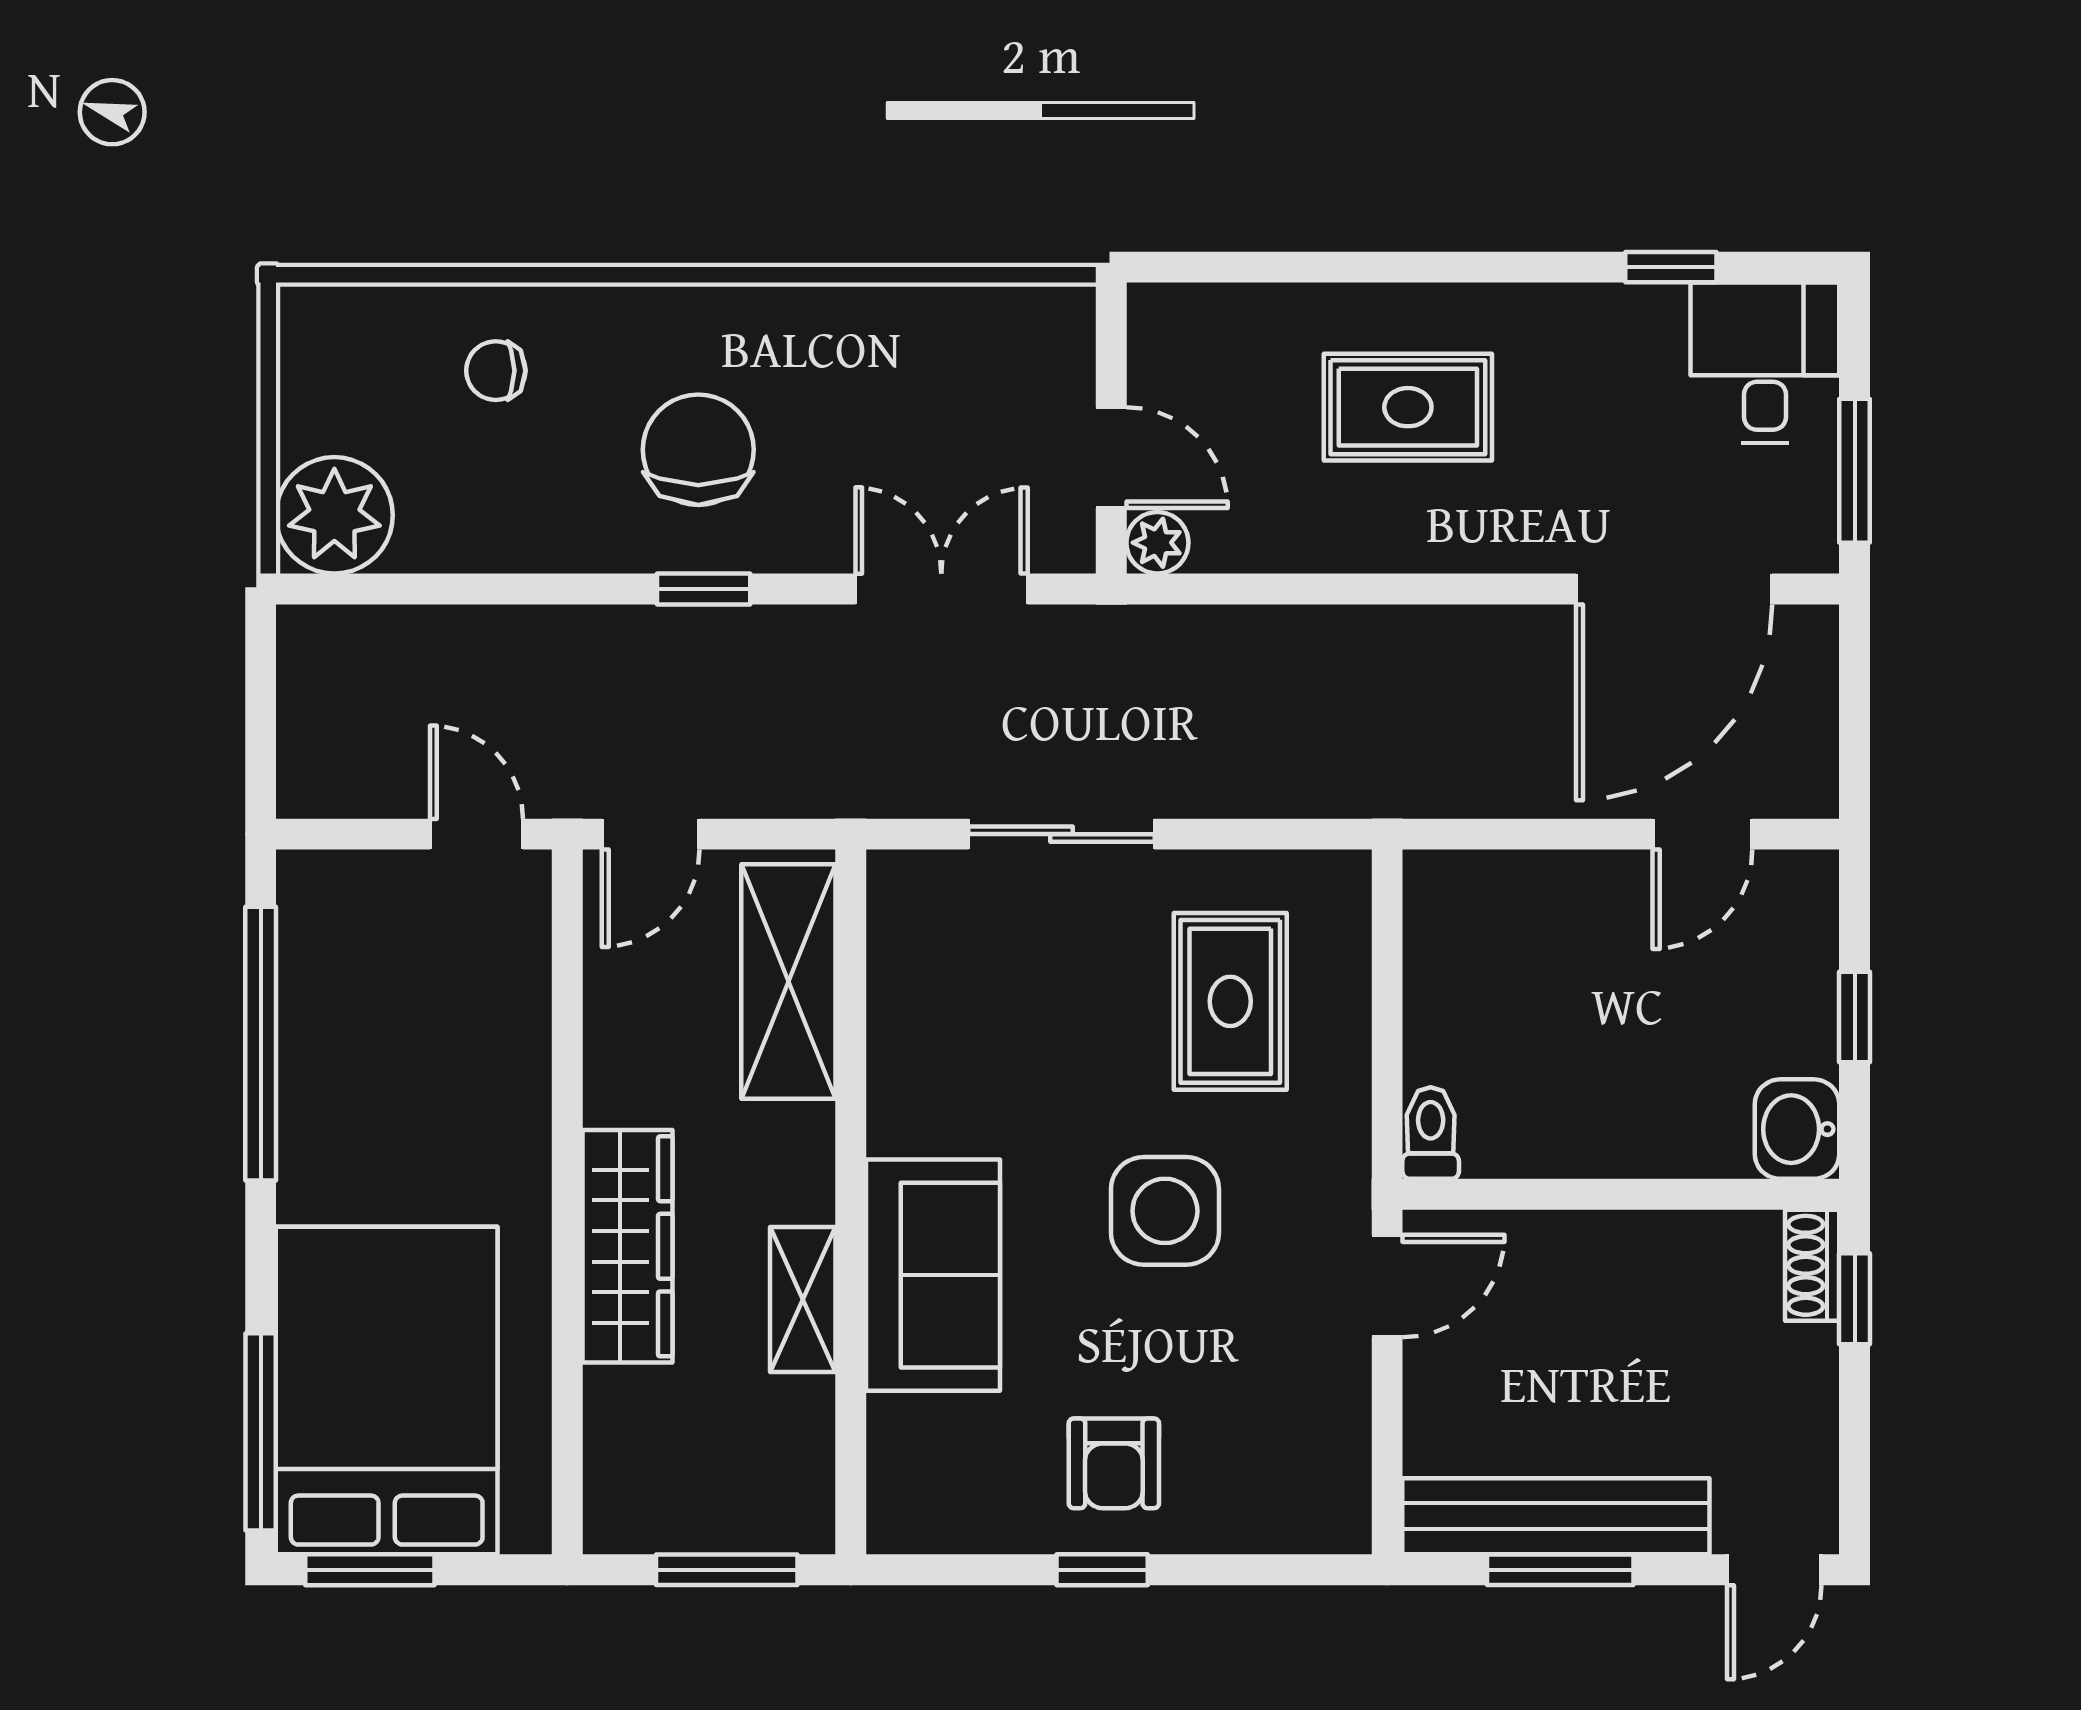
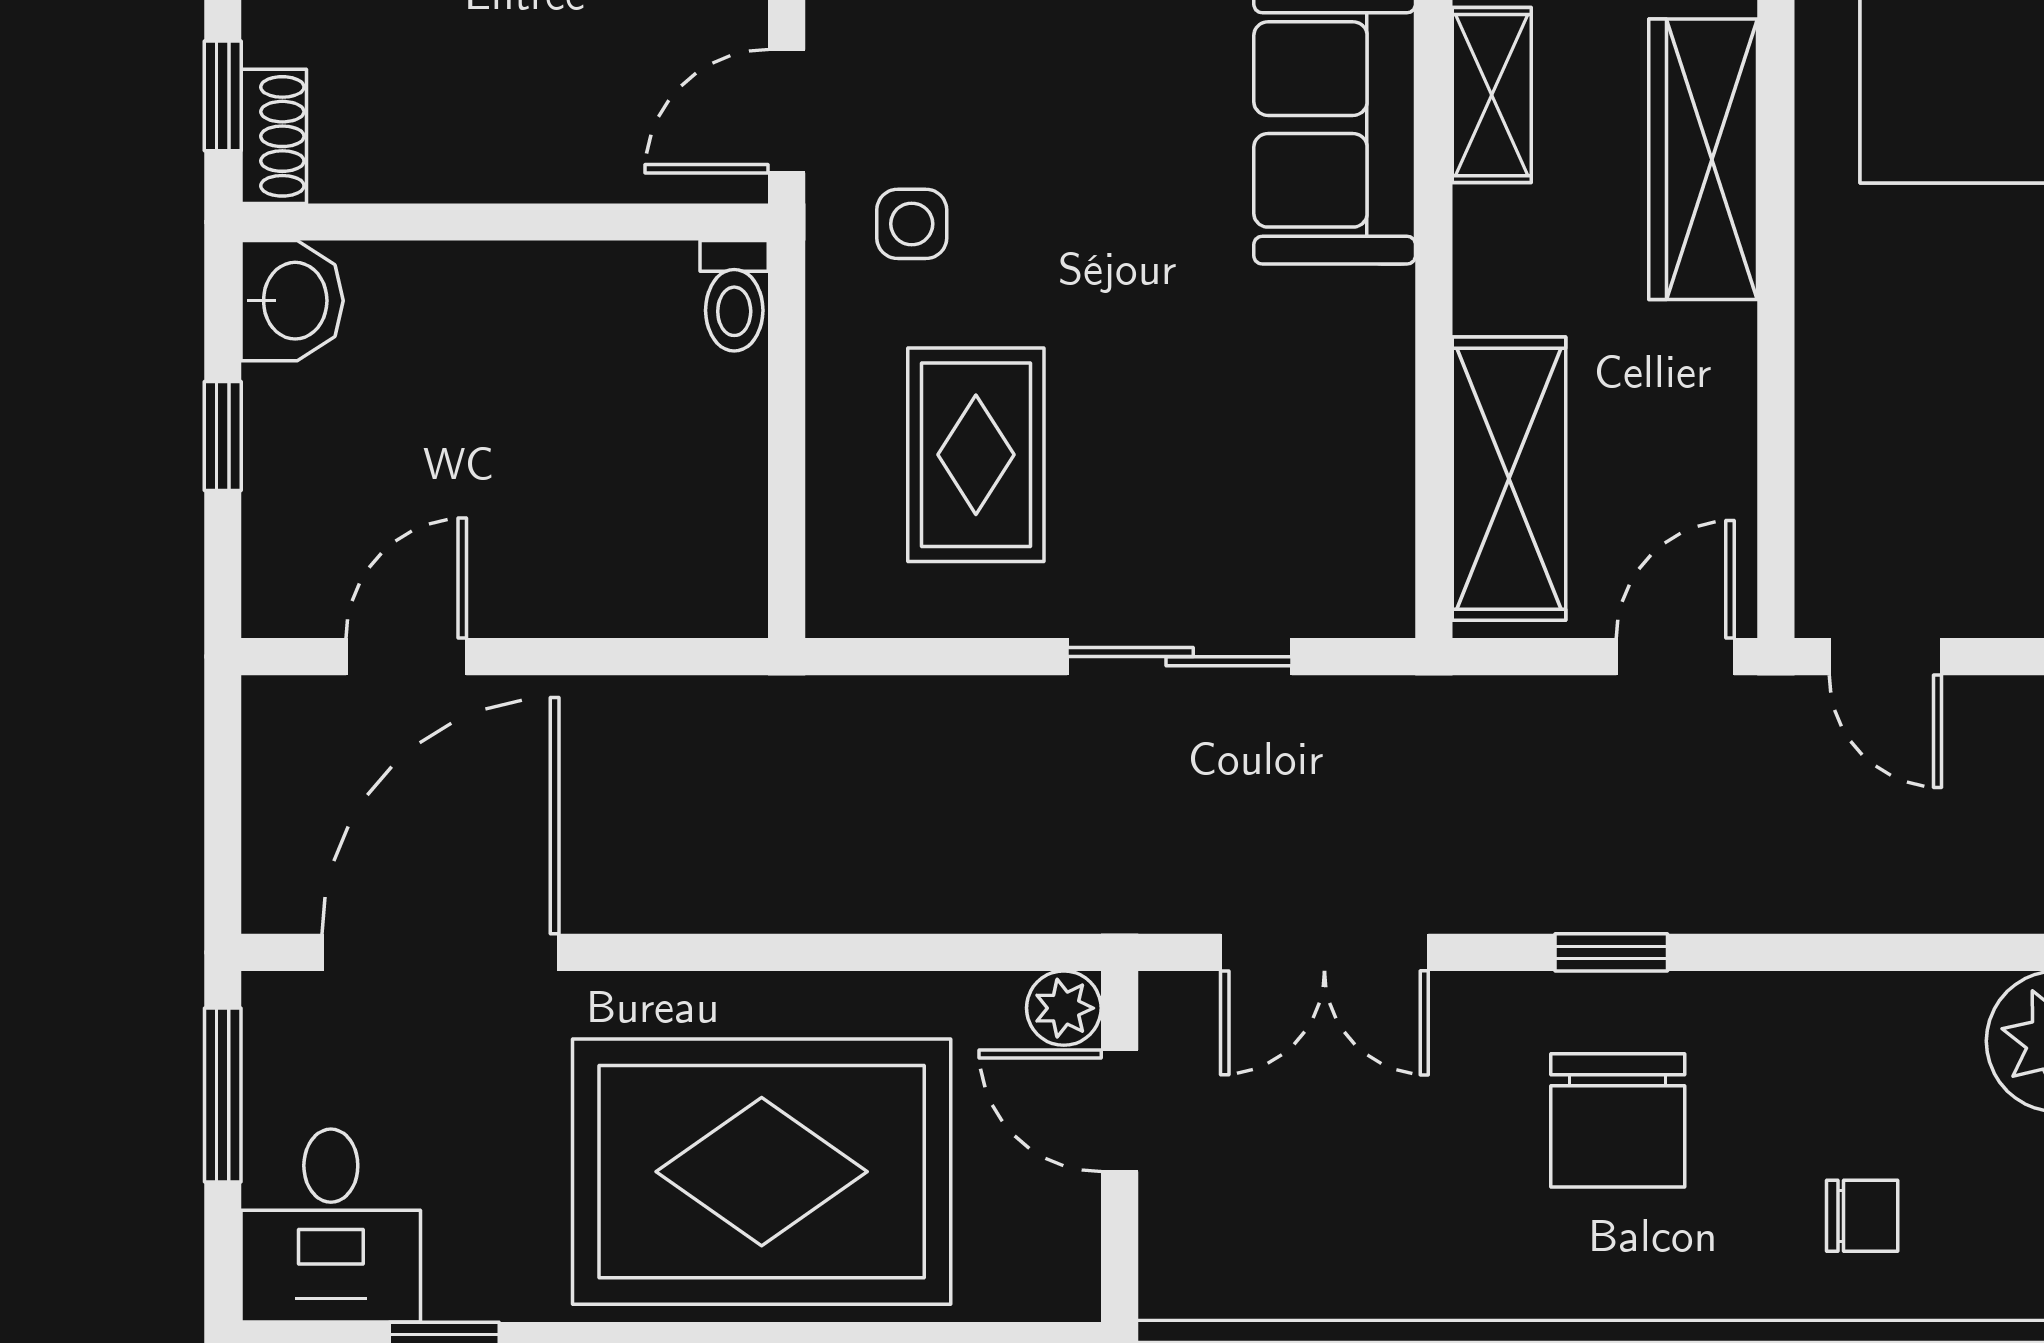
rug: (1408, 407) -> (762, 1172), width x1.86, depth x2.06
side table: (1165, 1211) -> (912, 224), moved, width x0.54, depth x0.54

